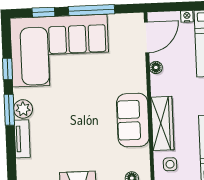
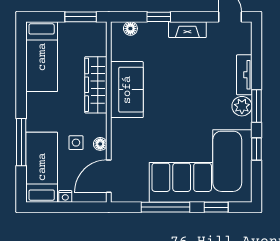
side table: (170, 164) -> (76, 143), moved

